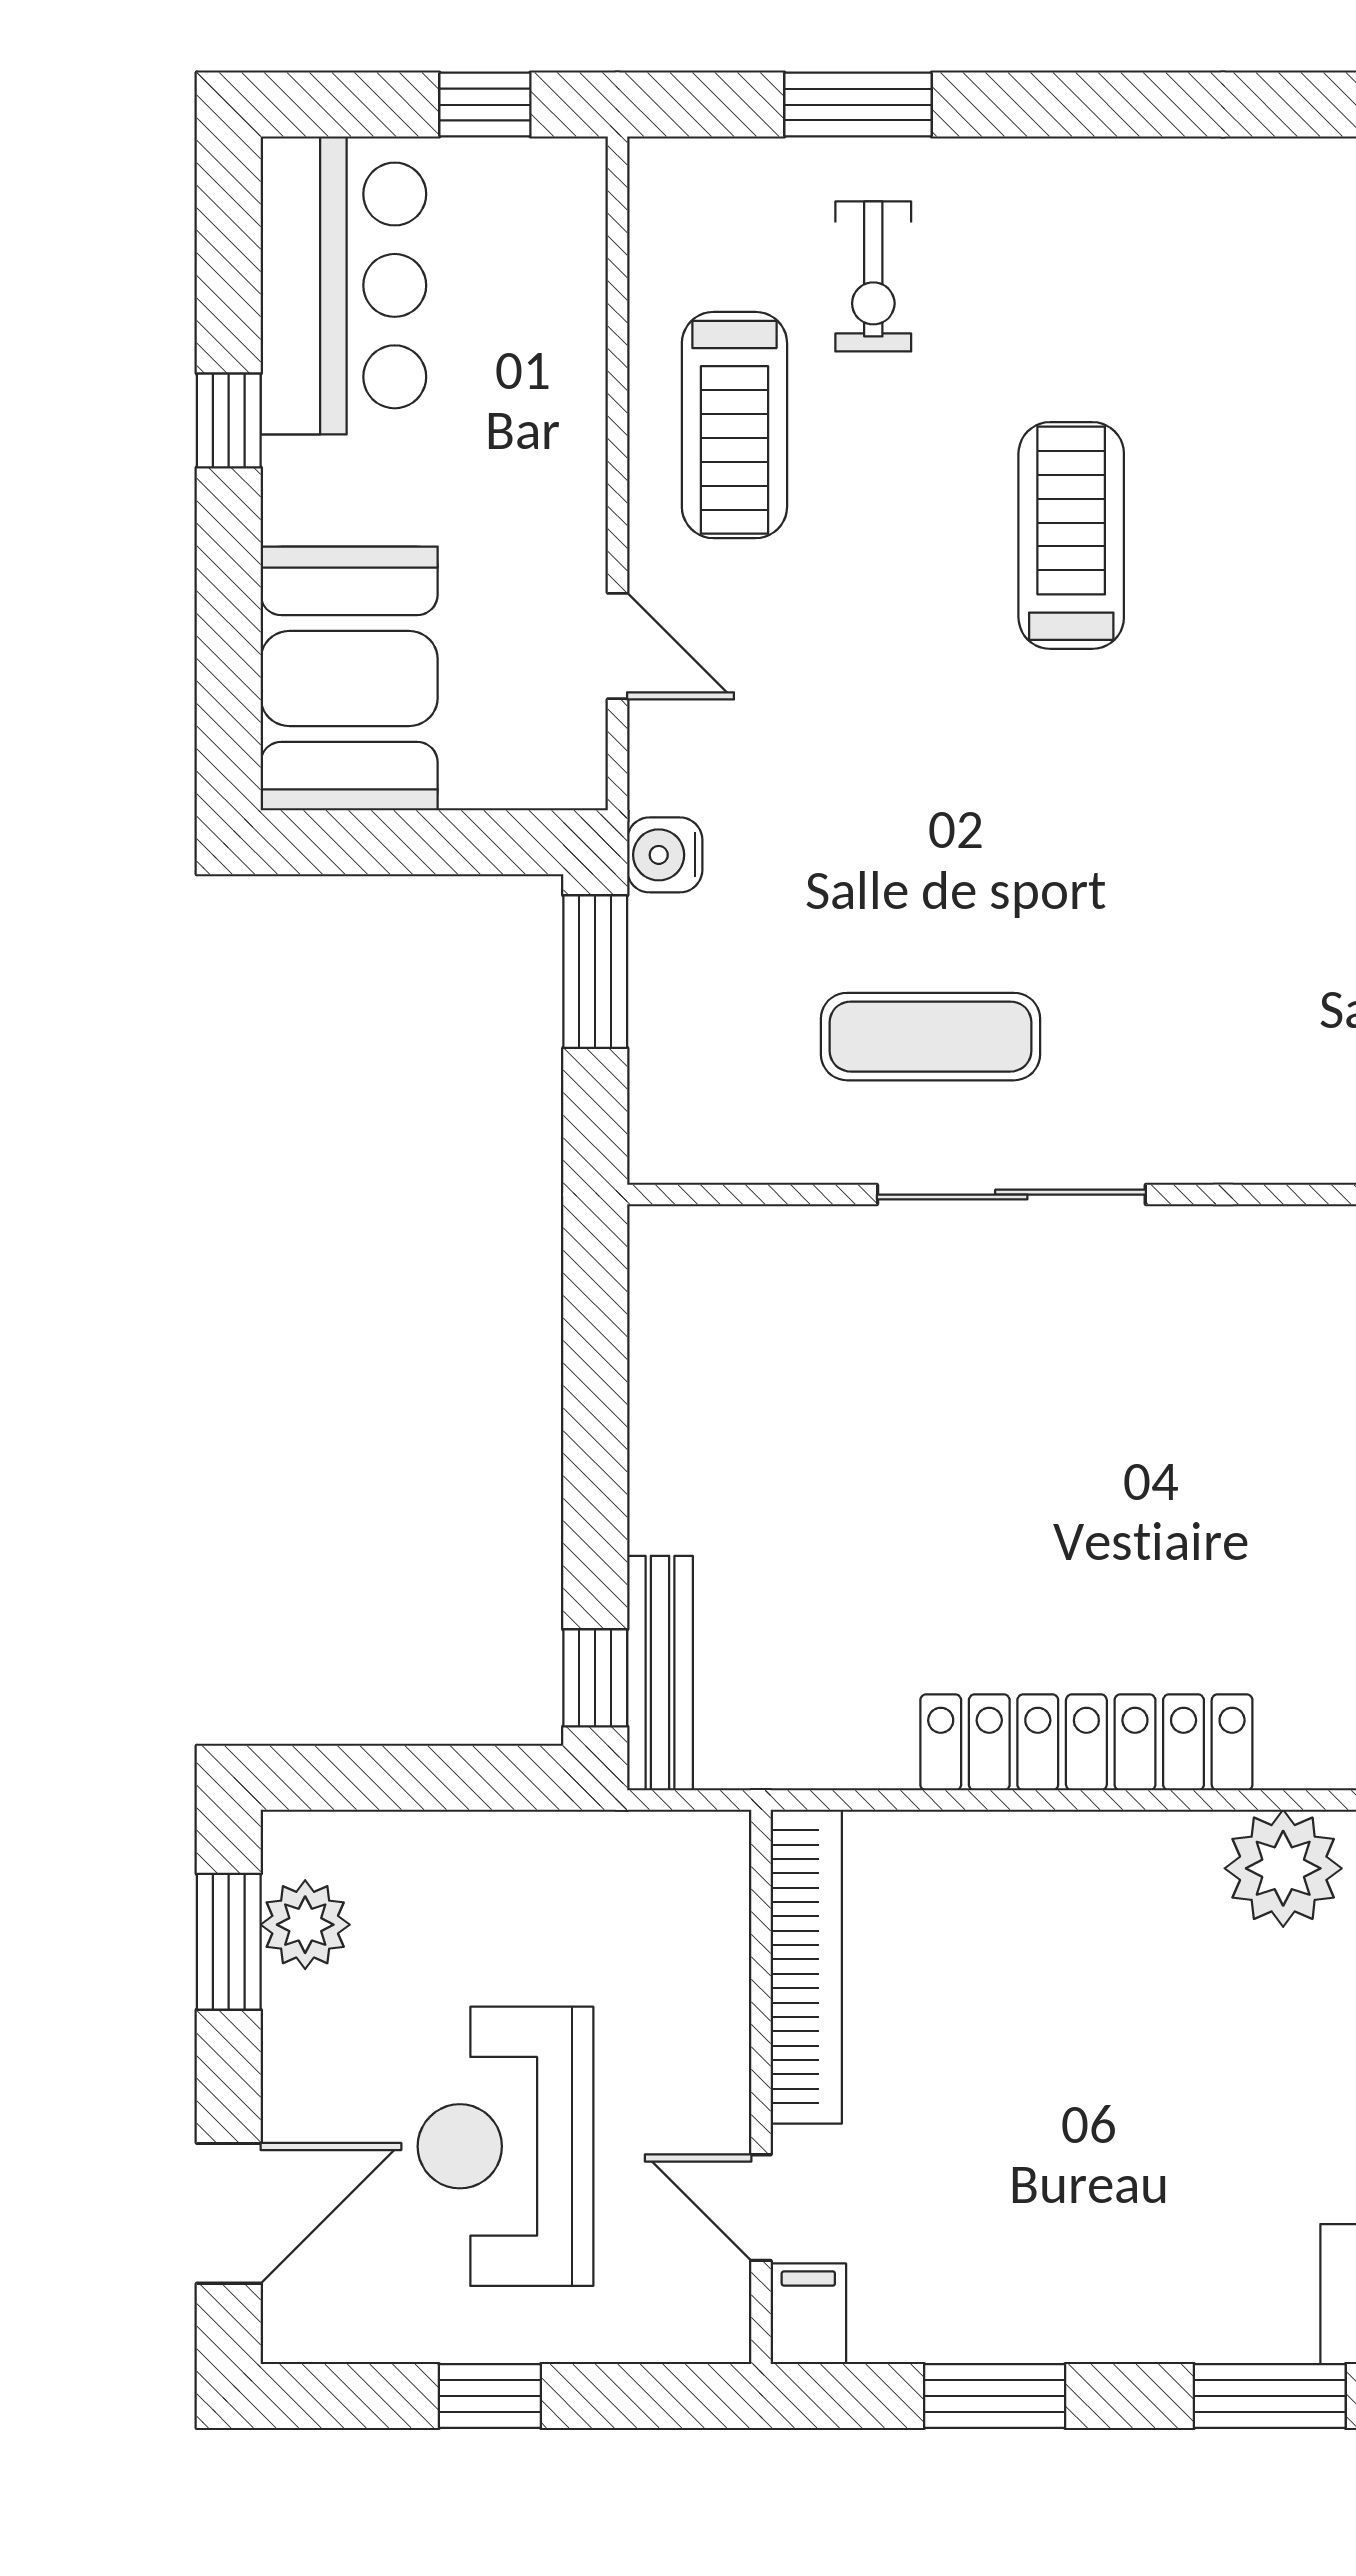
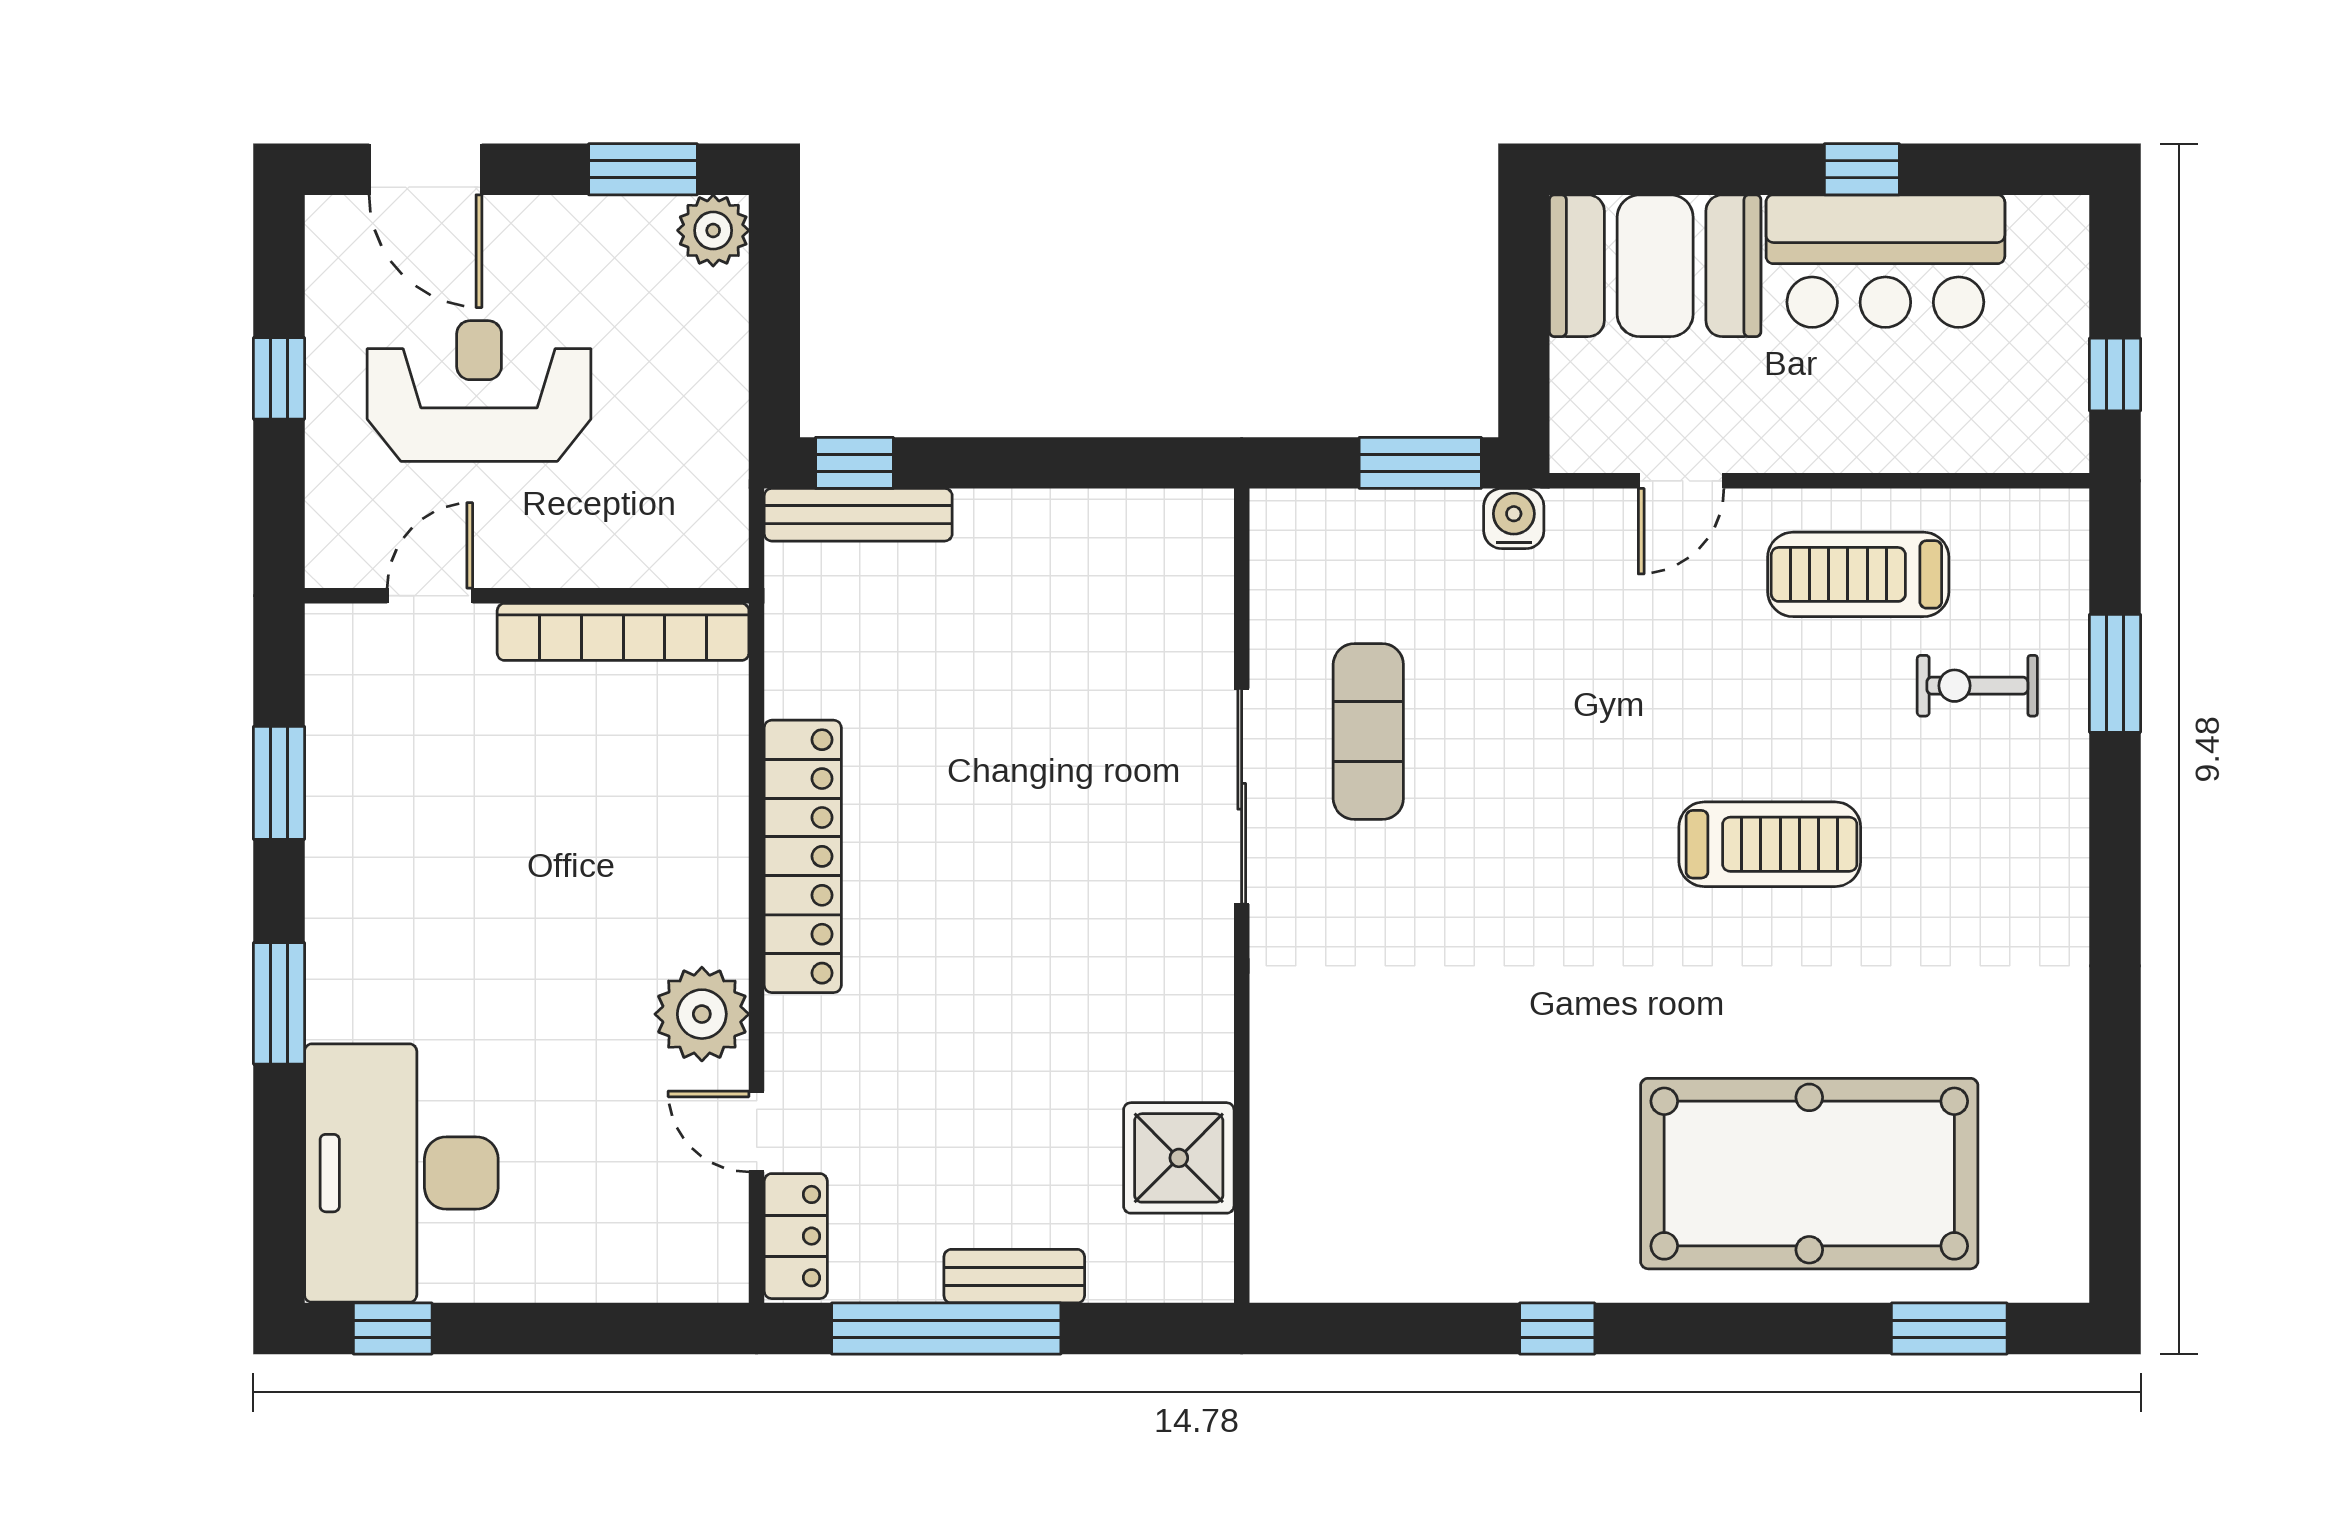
bar counter: (343, 285) -> (1885, 261), moved
plant: (305, 1925) -> (713, 230), moved
filing cabinet: (808, 2314) -> (345, 634), removed

